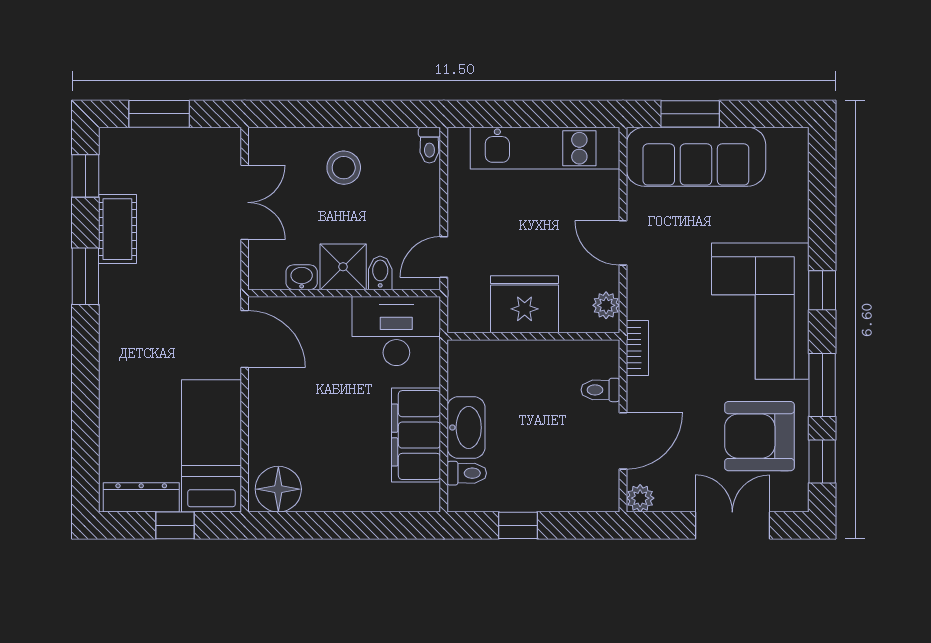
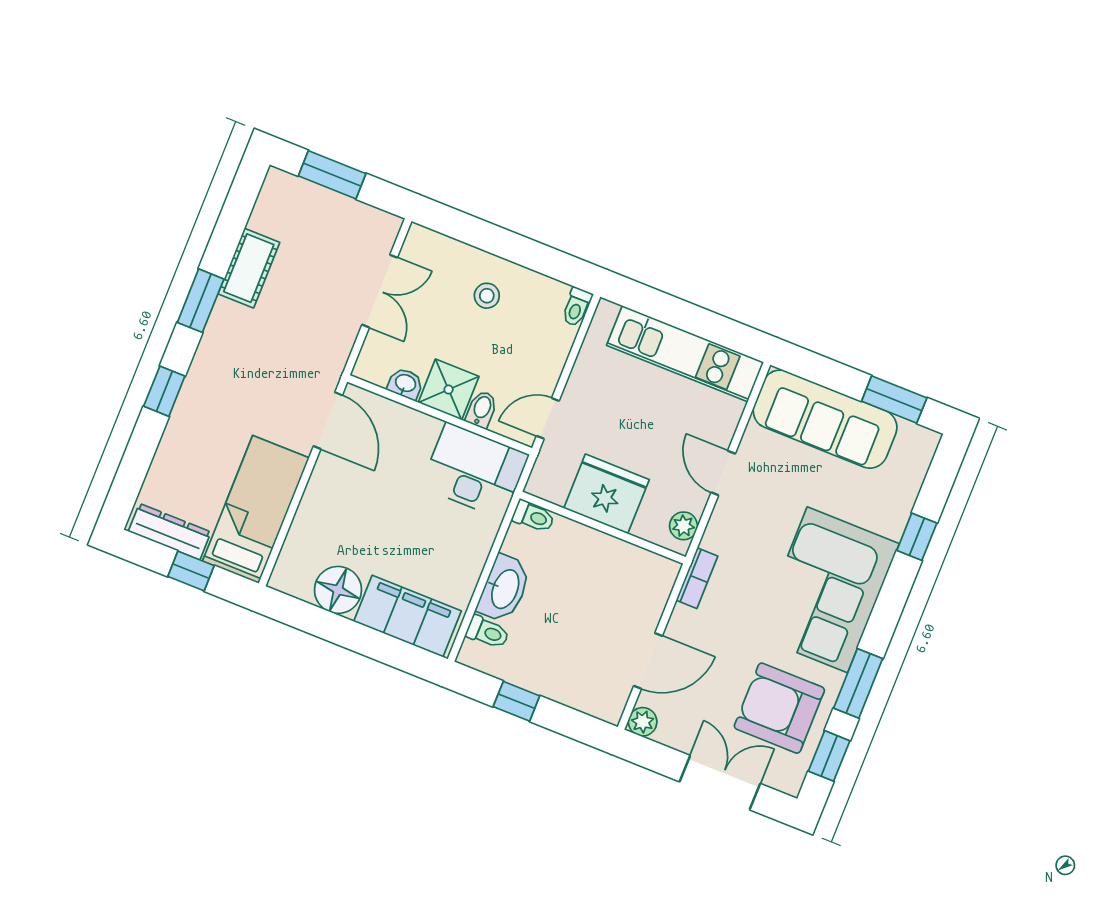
window: (690, 114) -> (894, 400), moved
stool: (344, 168) -> (487, 296), width x0.73, depth x0.73
window: (85, 176) -> (164, 391), moved
window: (822, 290) -> (917, 537), moved
toilet: (600, 390) -> (533, 517), moved, turned 180
filing cabinet: (416, 435) -> (407, 616), moved, turned 90
floor lamp: (278, 489) -> (338, 590), moved

